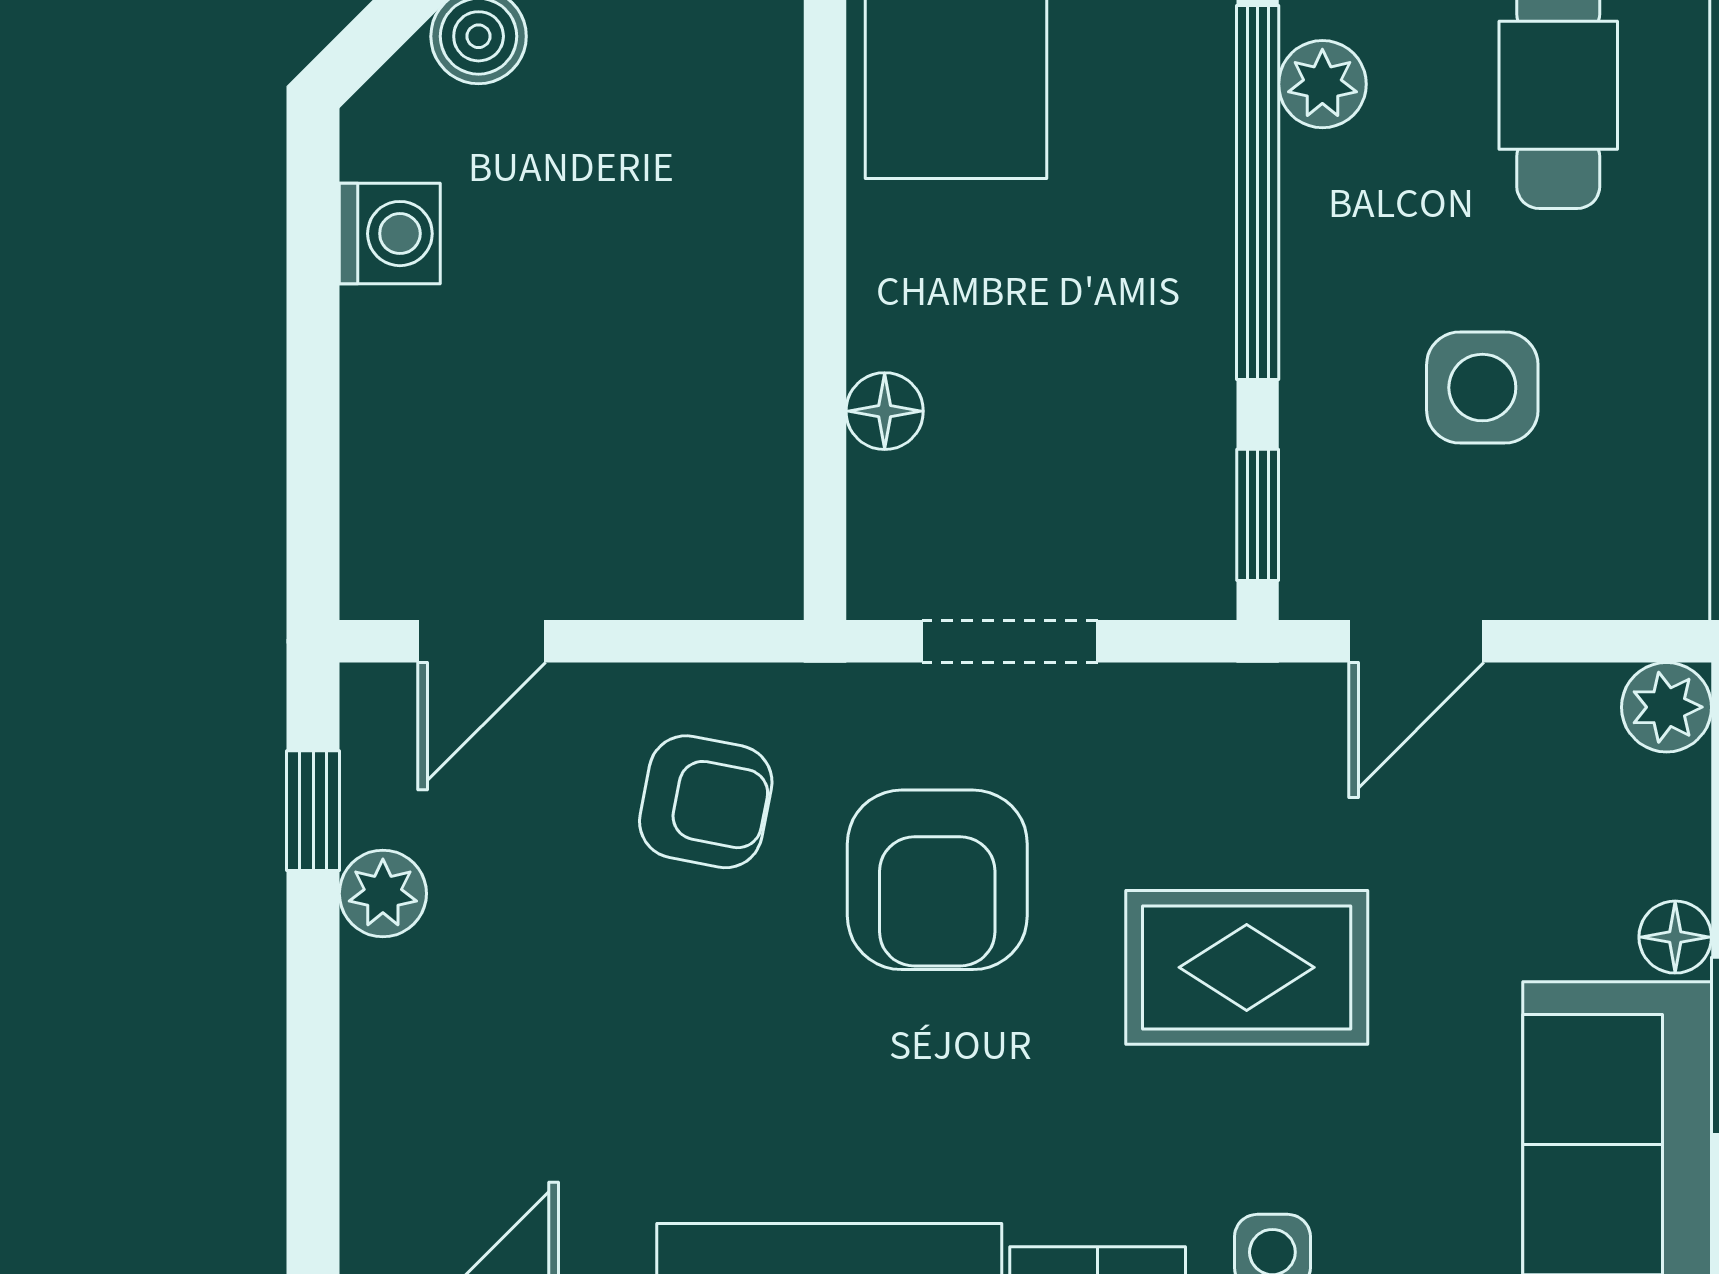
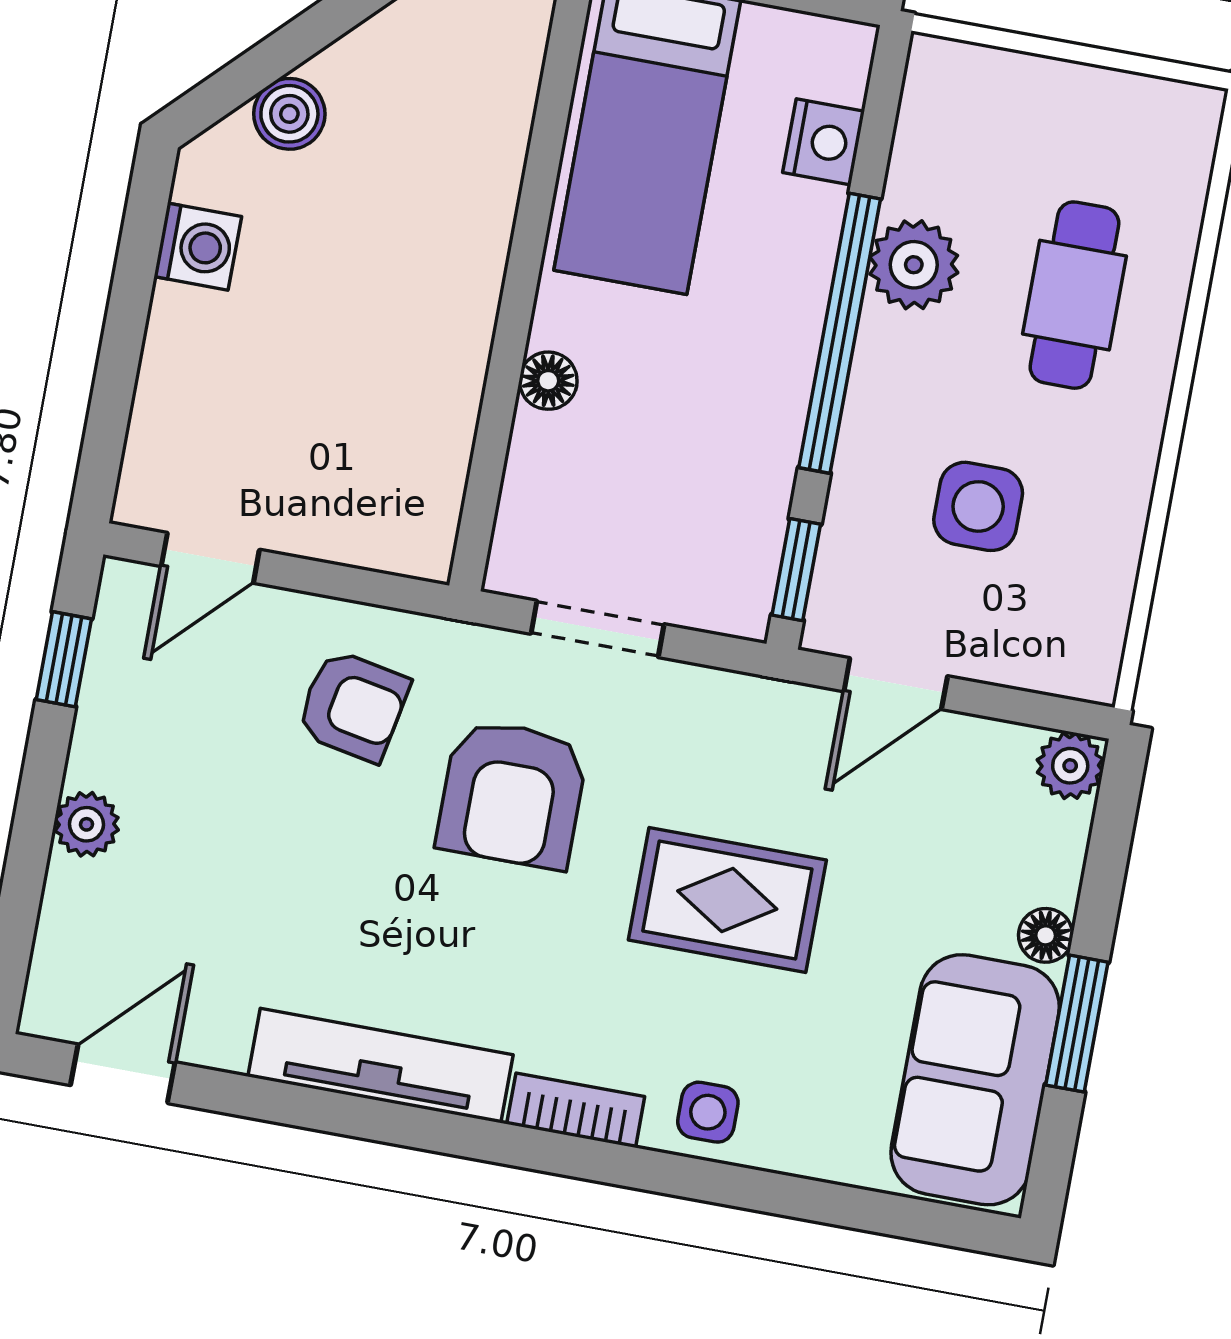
plant: (1322, 84) -> (914, 265), width x1.38, depth x1.38
floor lamp: (885, 411) -> (548, 381), moved
plant: (383, 894) -> (87, 824), moved

